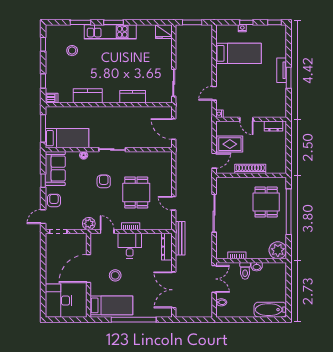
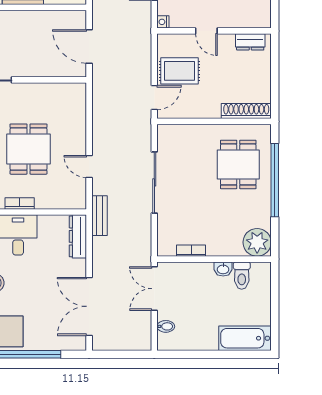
shoe rack: (250, 169) -> (246, 111), moved
bench: (180, 238) -> (99, 216), width x0.73
toilet: (245, 271) -> (242, 276), moved
double door: (214, 279) -> (154, 289), swing flipped

